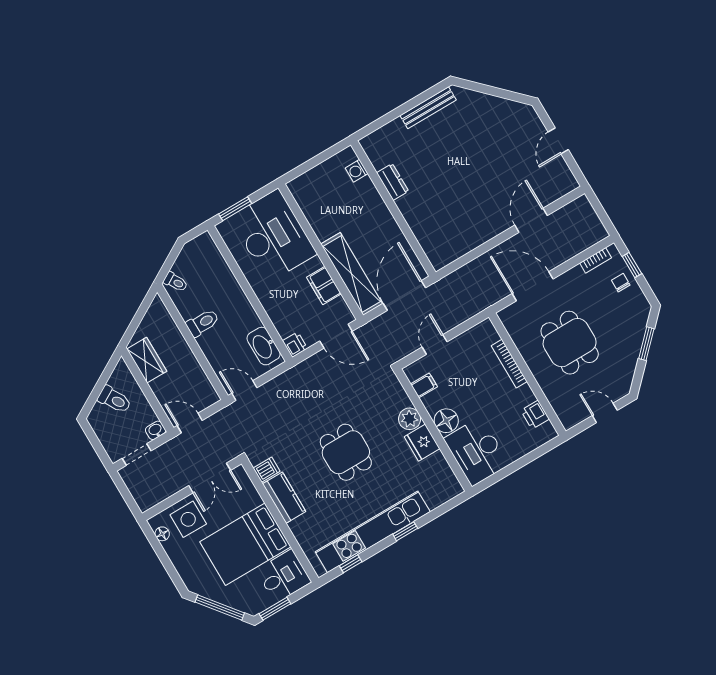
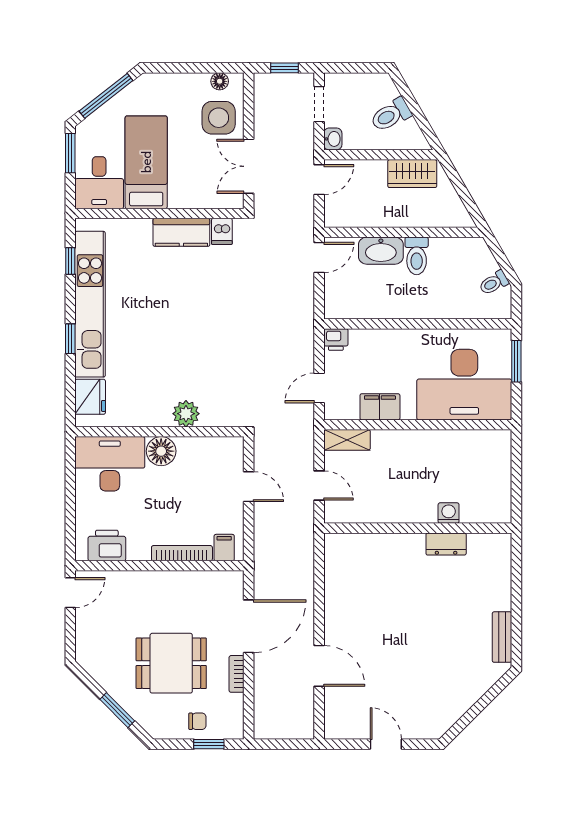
bench: (428, 108) -> (502, 637), width x0.73
washing machine: (357, 171) -> (449, 513), moved
bookcase: (596, 260) -> (237, 674), moved
shelving: (352, 274) -> (347, 440), width x0.45, depth x0.75
toilet: (176, 282) -> (494, 283), moved
door: (404, 295) -> (319, 485), width x0.53
door: (336, 336) -> (319, 388), width x0.73
dining table: (570, 343) -> (171, 663), moved
washbasin: (264, 346) -> (381, 251), moved, turned 180
filing cabinet: (424, 385) -> (224, 548), moved, turned 180
door: (605, 413) -> (70, 593), moved
printer: (535, 415) -> (107, 545), width x1.36, depth x1.24
fridge: (422, 443) -> (90, 397), moved, turned 90
dining table: (346, 452) -> (191, 326), removed
window: (126, 494) -> (285, 68), added
bed: (245, 544) -> (146, 162), width x0.67

